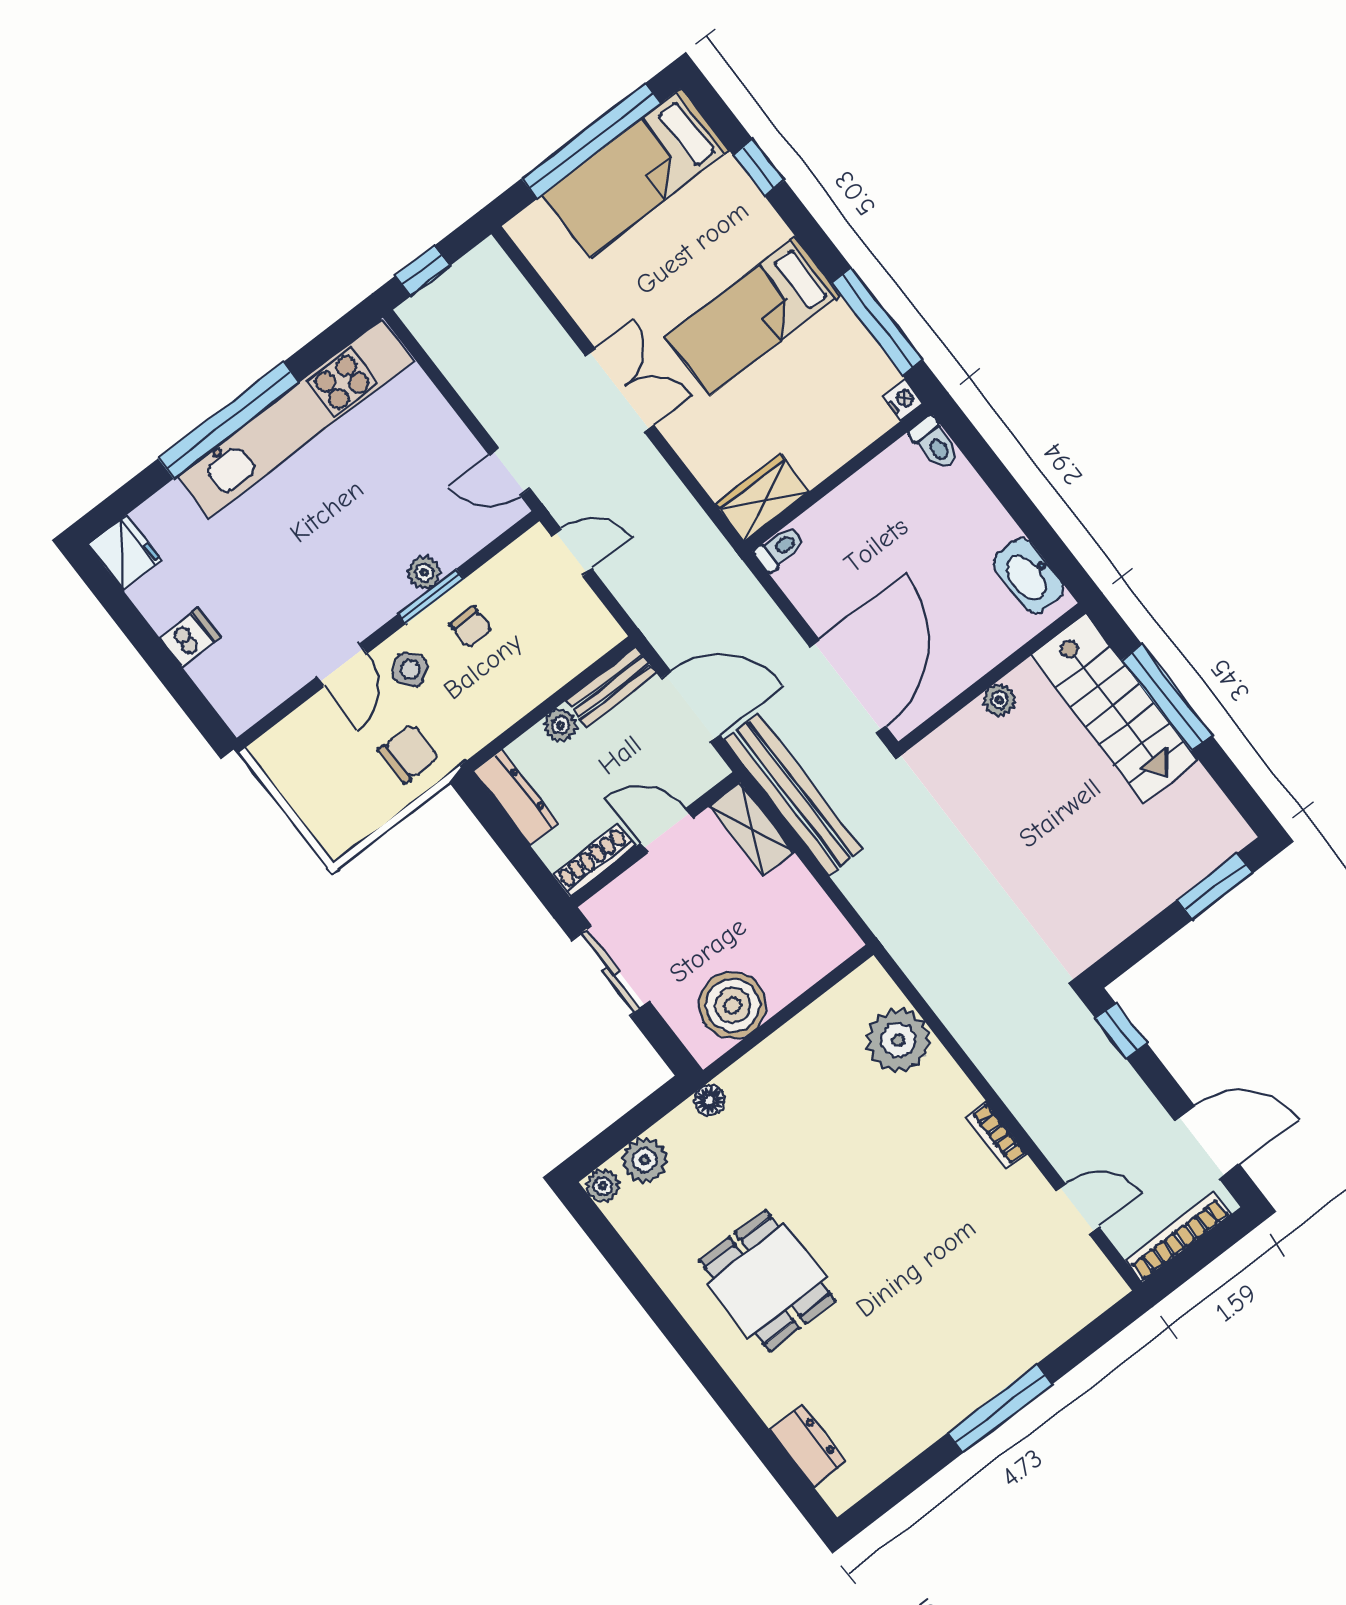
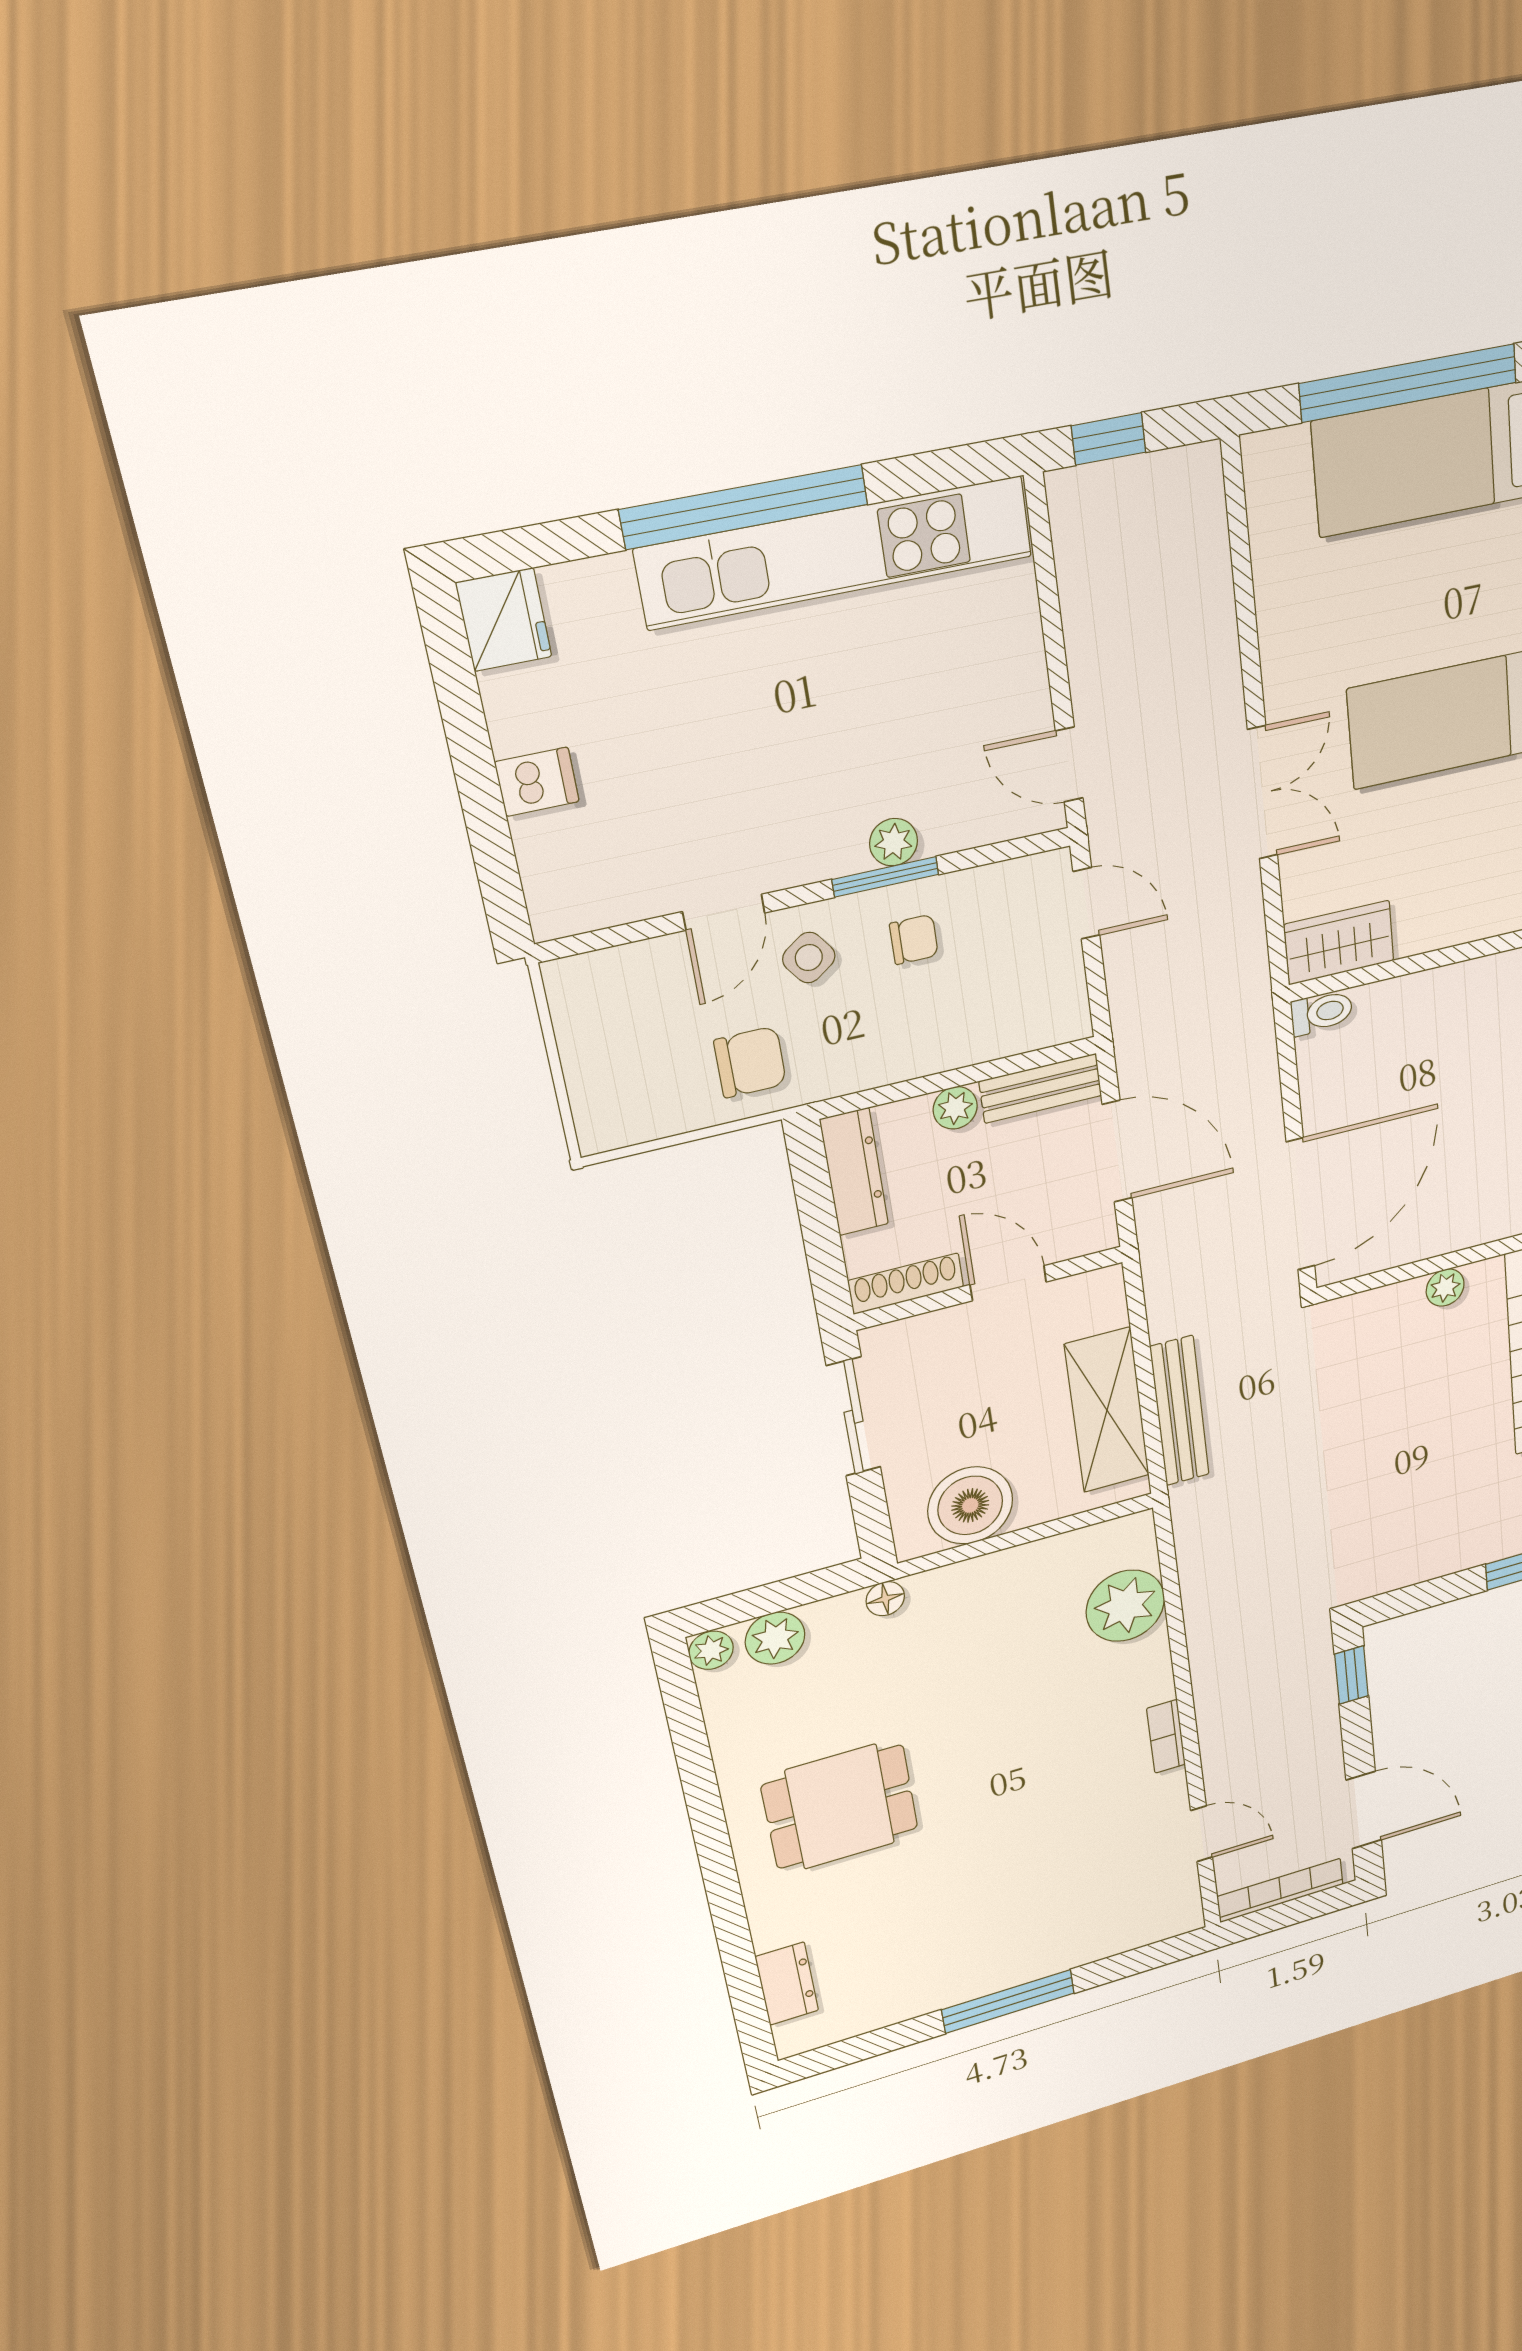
double door: (620, 390) -> (1263, 793), moved
chair: (471, 627) -> (914, 939), turned -90
bench: (793, 795) -> (1180, 1411), moved, width x0.73, depth x0.82
shelving: (752, 829) -> (1107, 1410), moved, width x1.50, depth x1.33
dining table: (767, 1280) -> (840, 1807), turned 90

